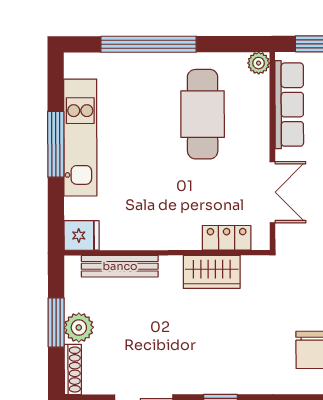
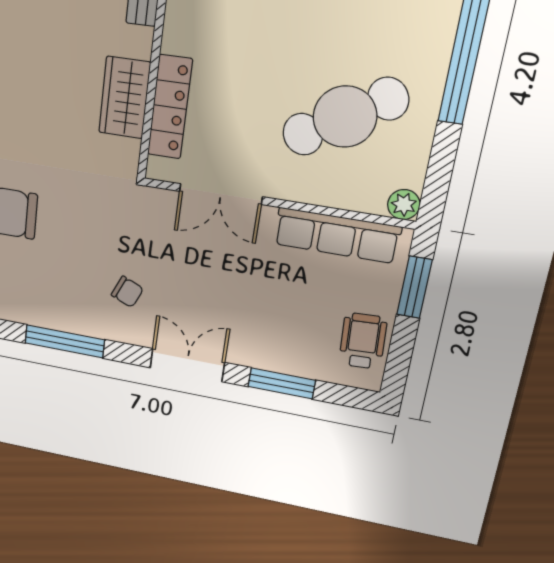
cafe table: (203, 114) -> (345, 117), turned -32
locker: (227, 238) -> (170, 107), width x1.53

